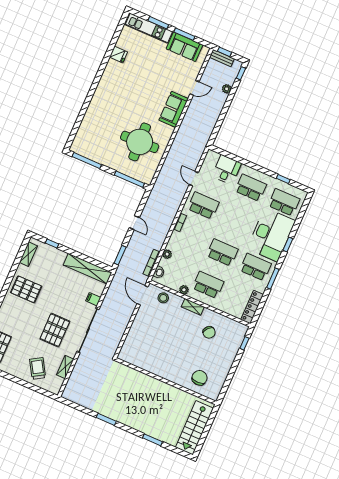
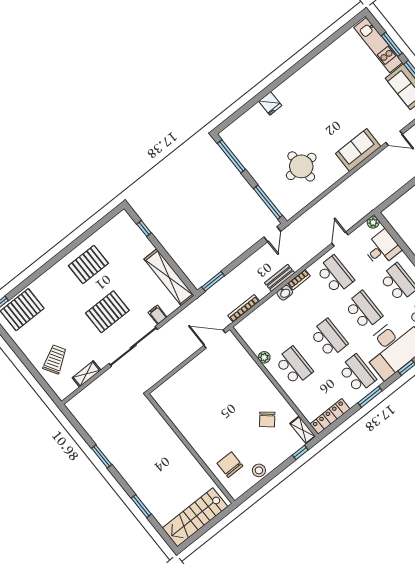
fridge: (118, 55) -> (270, 103), moved
round table: (140, 142) -> (301, 166), width x0.73, depth x0.73
school desk: (237, 220) -> (364, 310), added
door: (134, 223) -> (272, 234), moved
bench: (166, 228) -> (280, 278), added
shelving: (28, 254) -> (111, 227), removed
plant: (167, 254) -> (373, 222), moved
washbasin: (159, 272) -> (285, 293), moved
pallet: (26, 289) -> (88, 264), turned 90
door: (143, 295) -> (215, 339), hinge flipped
stool: (163, 298) -> (259, 470), moved
shelving: (193, 307) -> (303, 430), moved
pallet: (55, 330) -> (107, 312), moved
chair: (199, 378) -> (230, 465), turned -90

